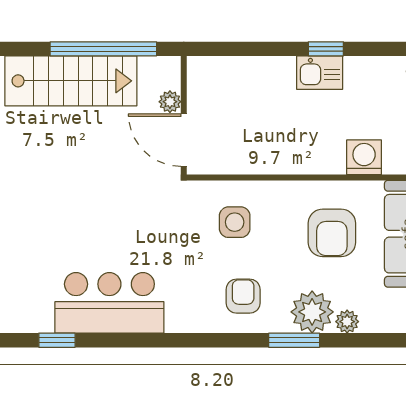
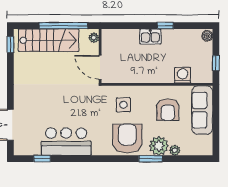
kitchen sink: (320, 73) -> (150, 36), moved
plant: (170, 102) -> (94, 38), moved
armchair: (243, 296) -> (127, 139), width x1.88, depth x1.88

